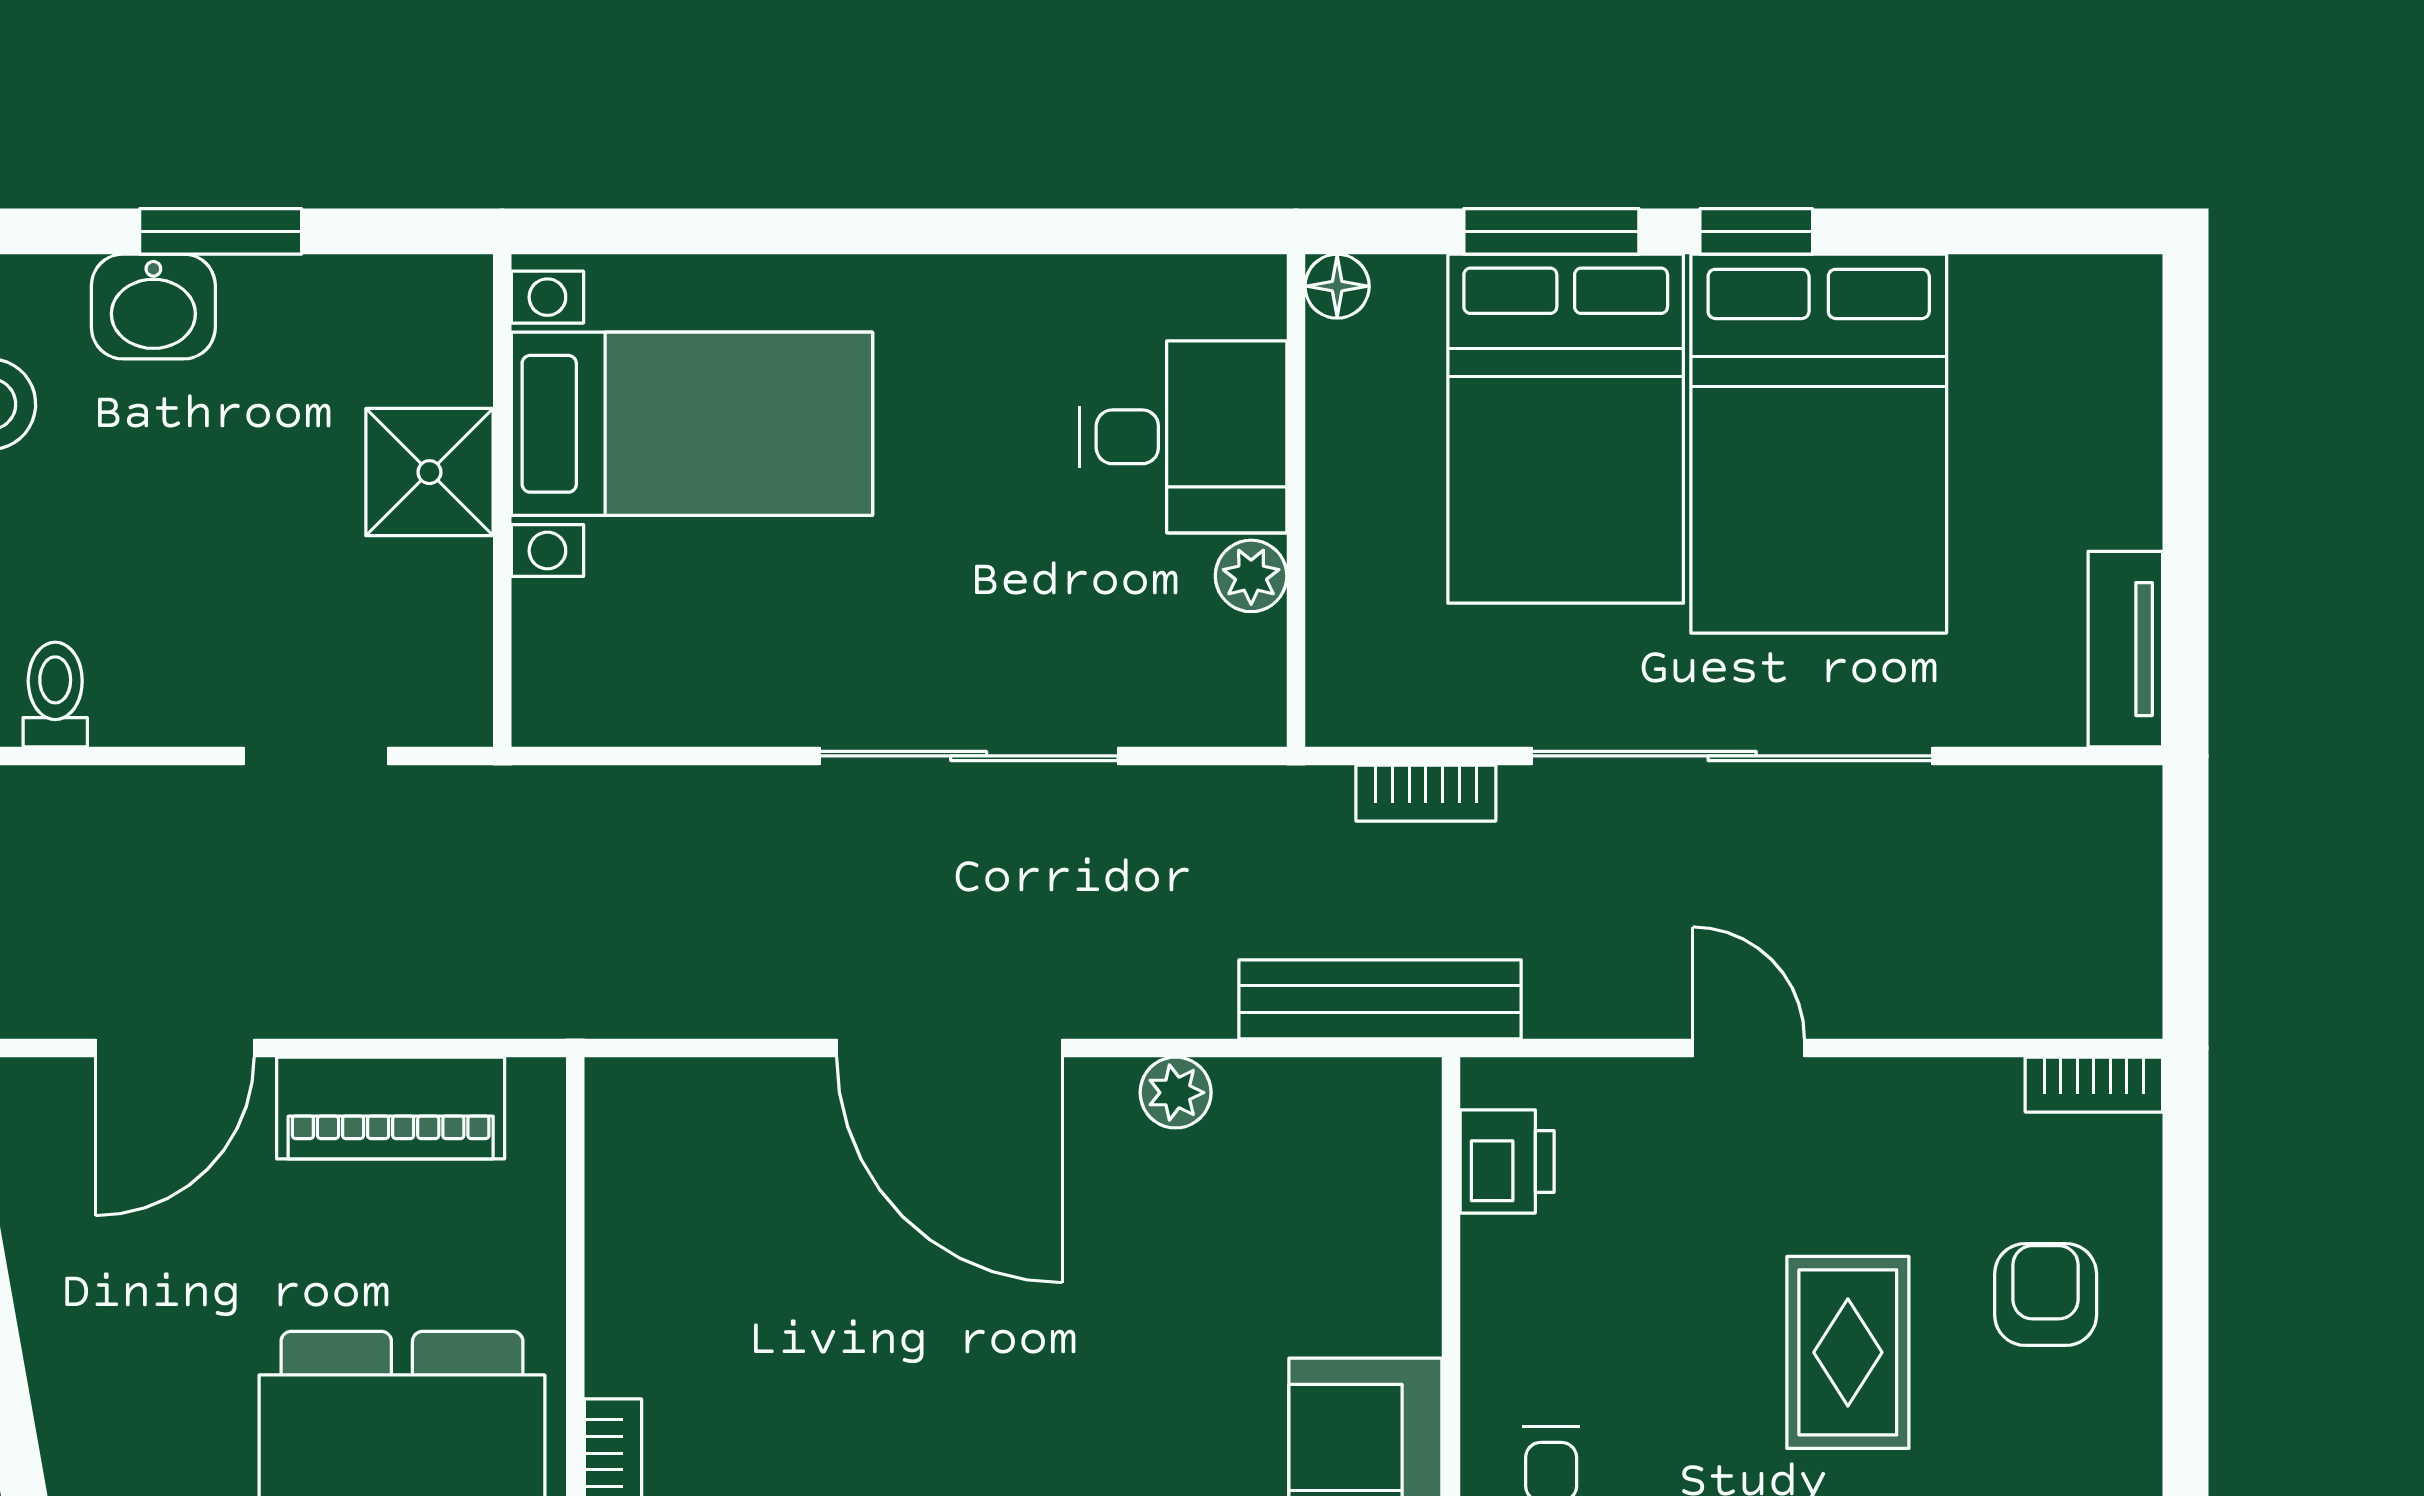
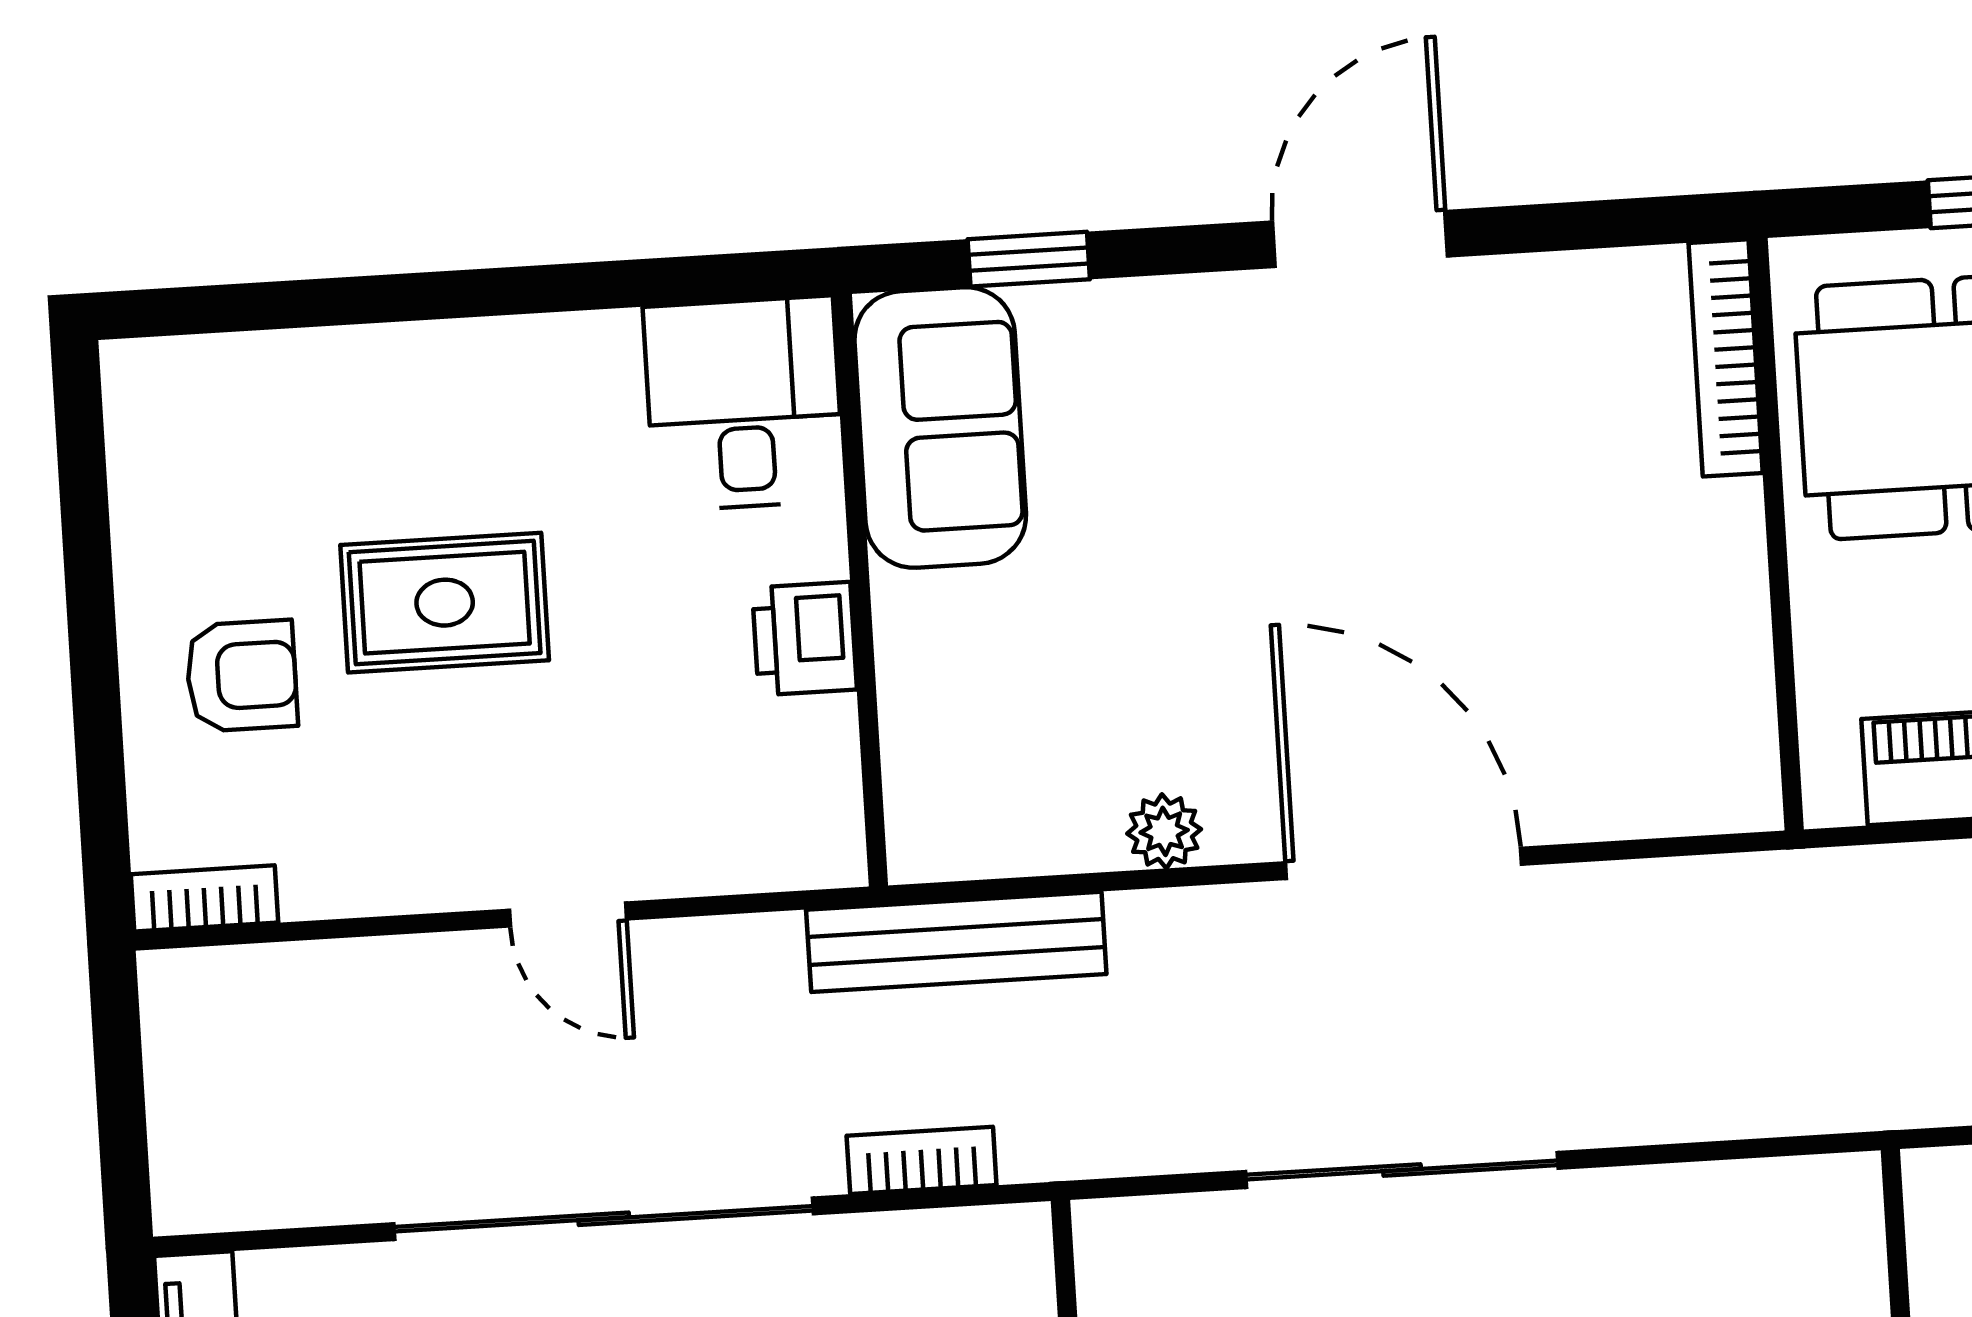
printer: (1507, 1161) -> (804, 639), moved
armchair: (2046, 1294) -> (242, 676), turned -90
rug: (1848, 1352) -> (445, 603), turned 90

